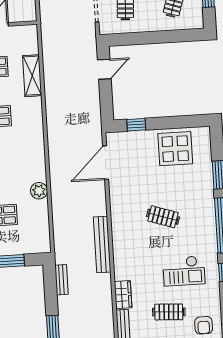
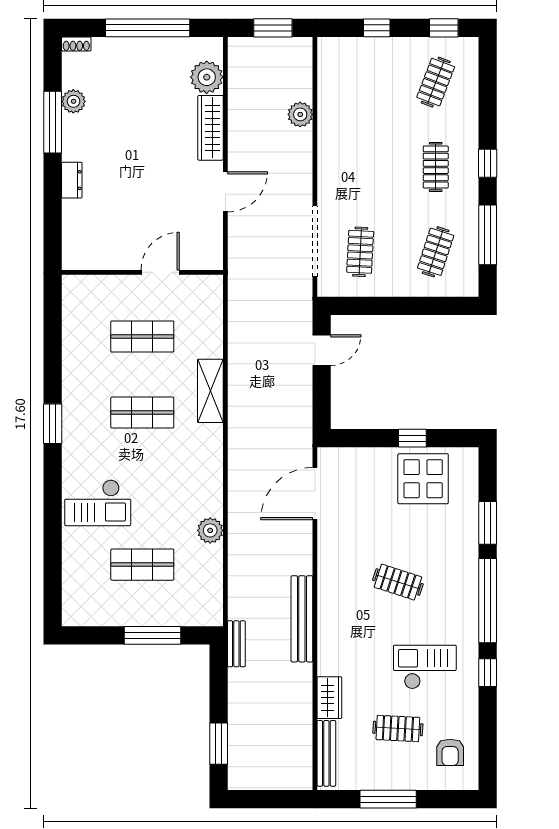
shelving: (32, 76) -> (210, 391), moved
window: (136, 125) -> (412, 438), moved
checkout: (184, 271) -> (425, 667), turned 180
bench: (62, 280) -> (236, 644), moved

